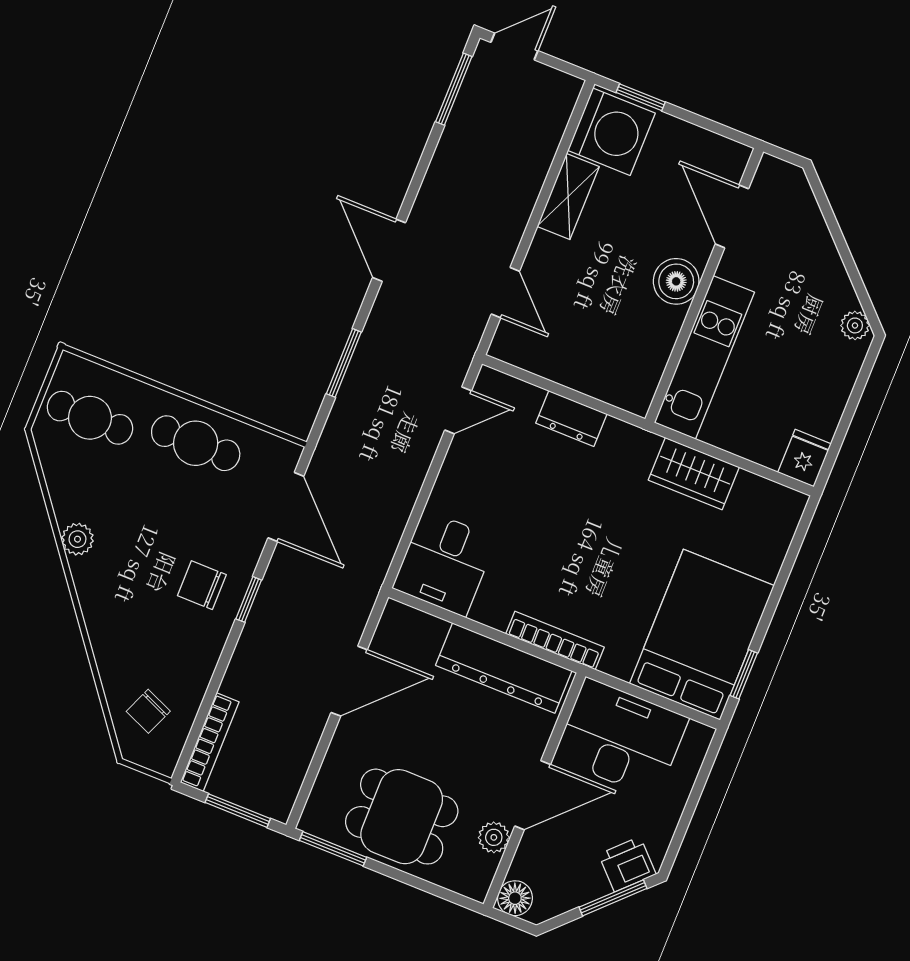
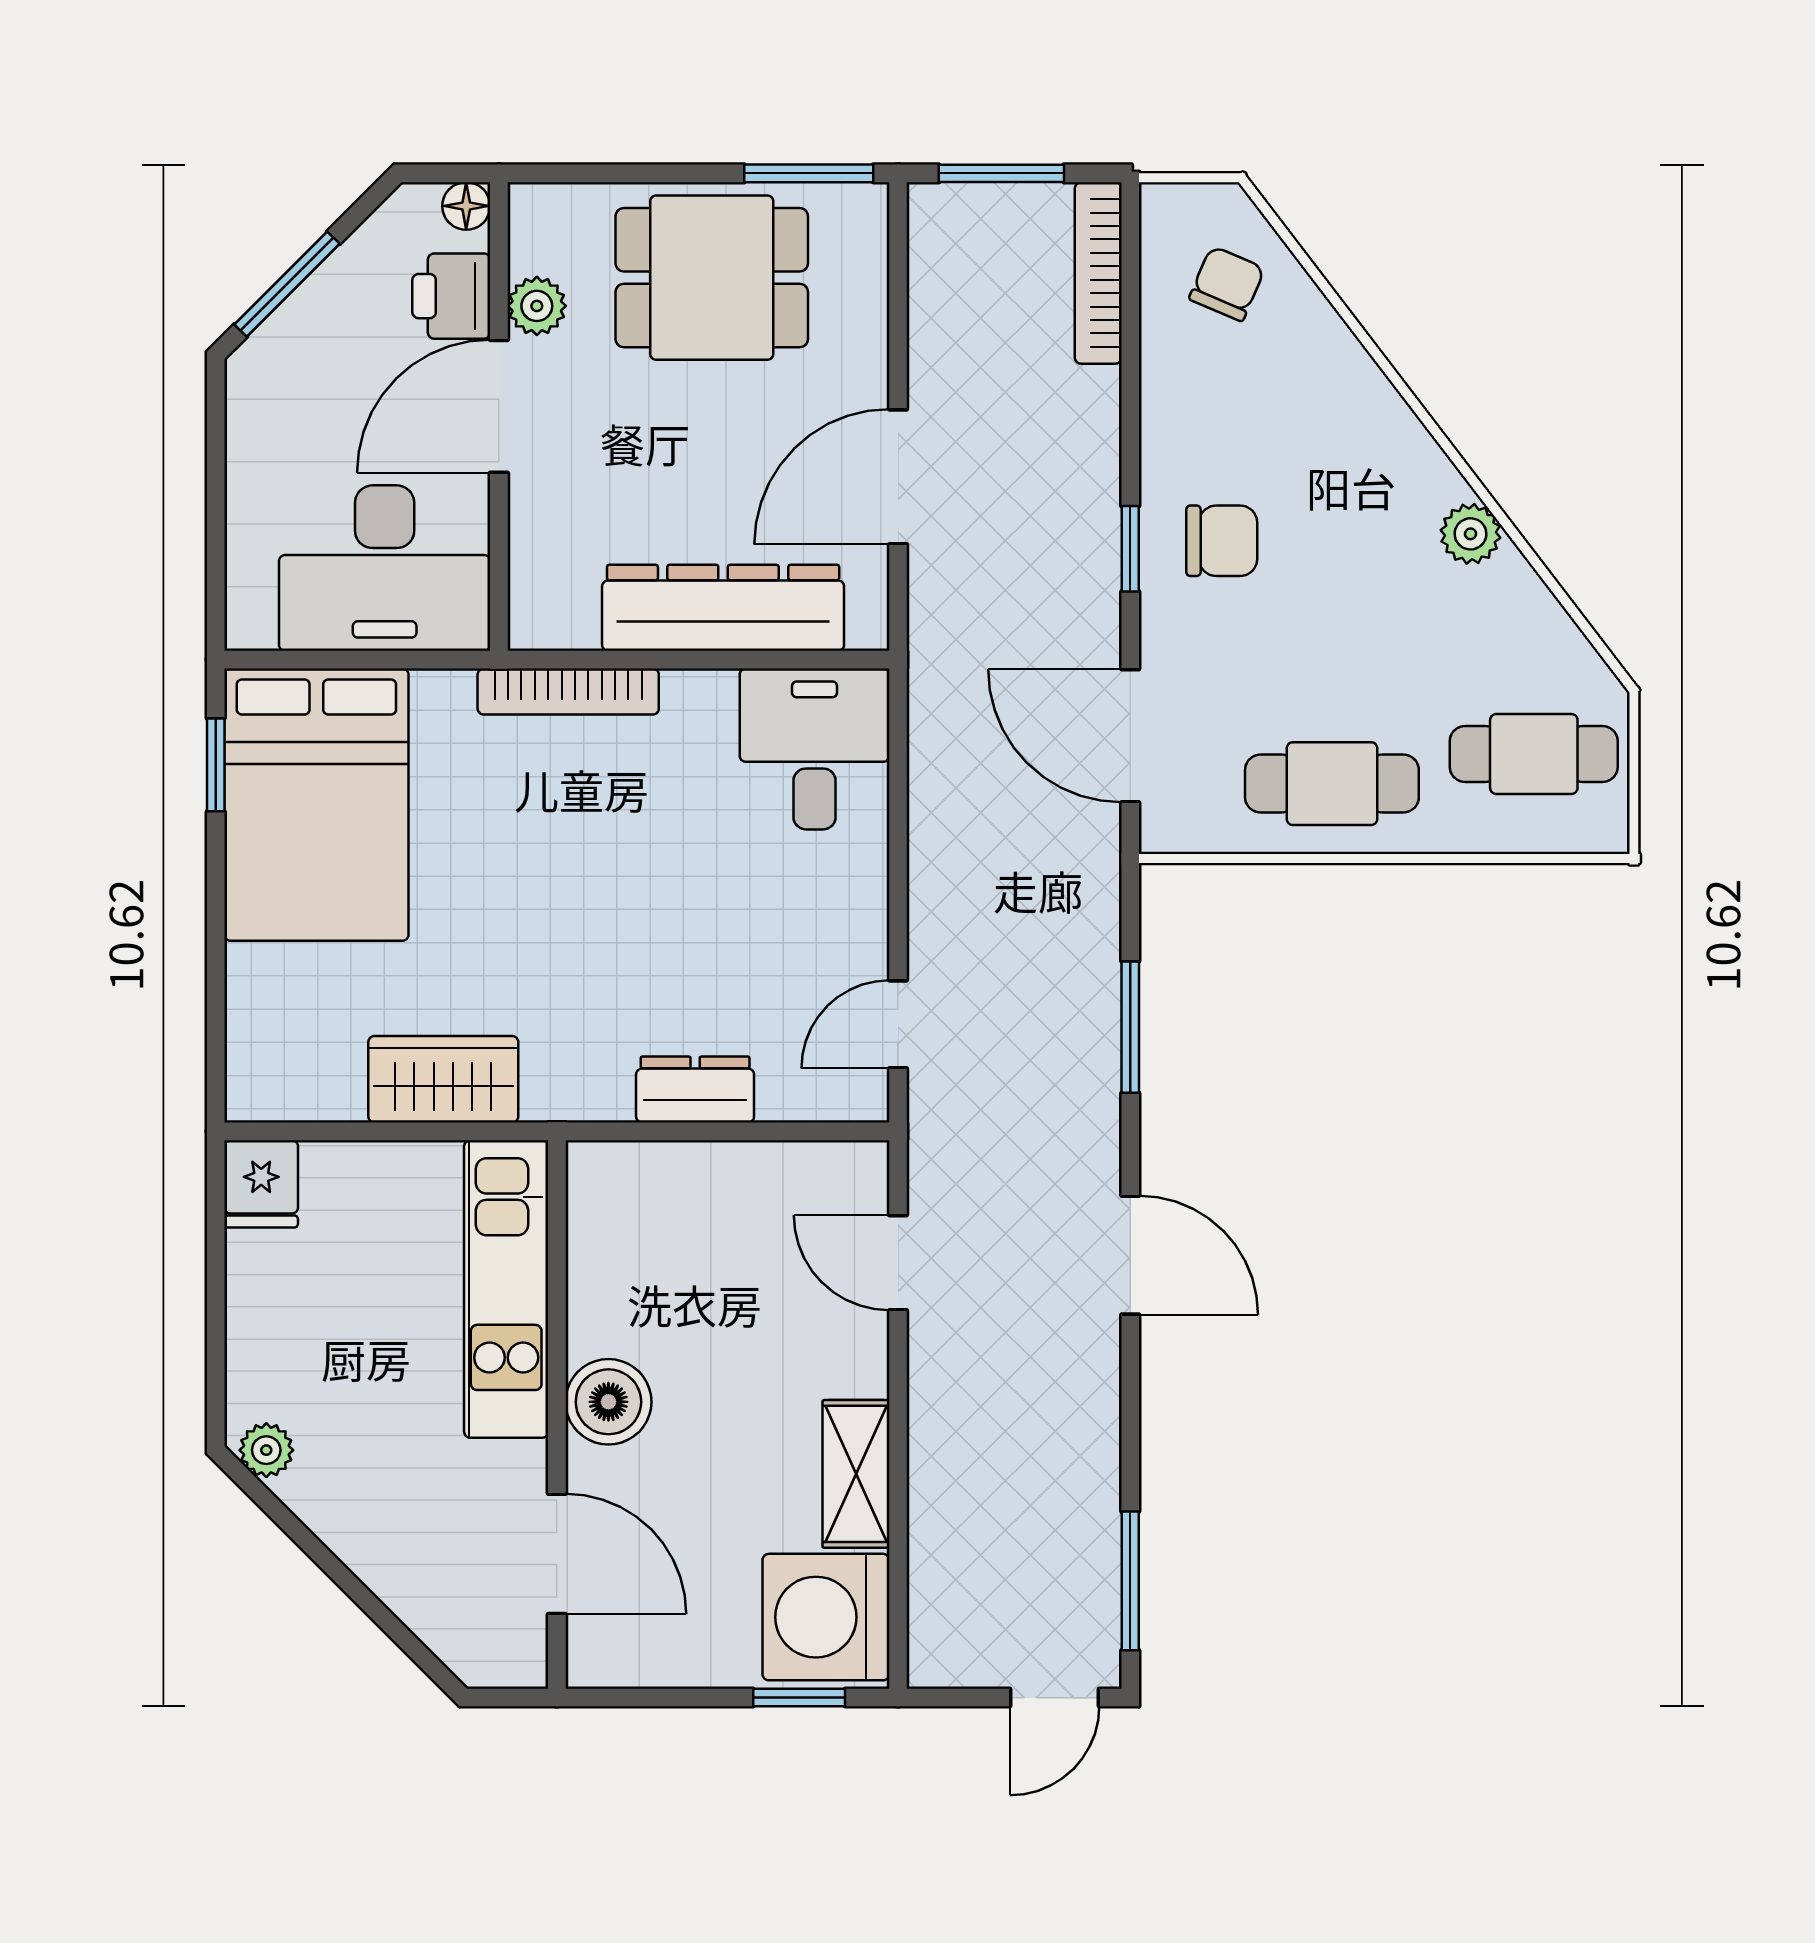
dresser: (504, 668) -> (723, 608), moved
printer: (627, 864) -> (451, 296), moved, turned 135
floor lamp: (515, 898) -> (466, 206), width x0.73, depth x0.73

